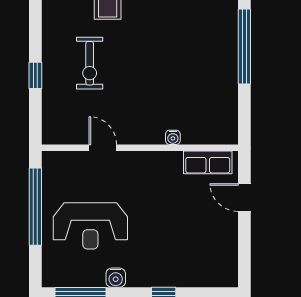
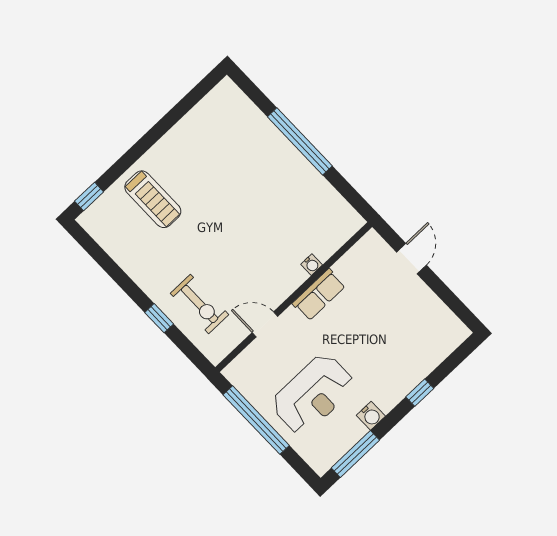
exercise bike: (90, 63) -> (200, 304), moved
row of seats: (208, 162) -> (319, 295), moved
door: (244, 198) -> (411, 259), swing flipped

